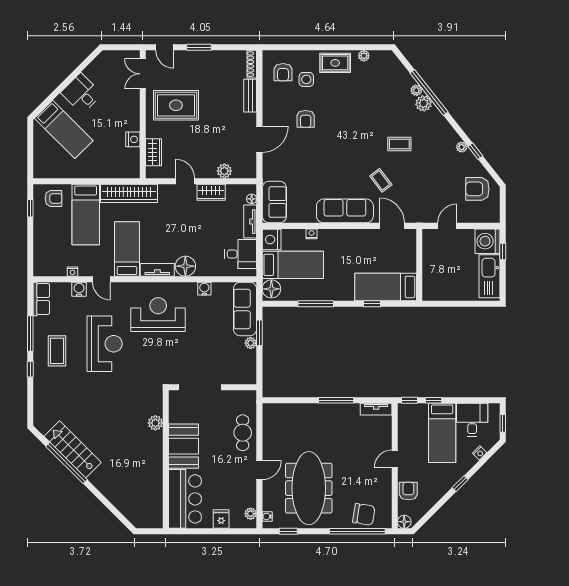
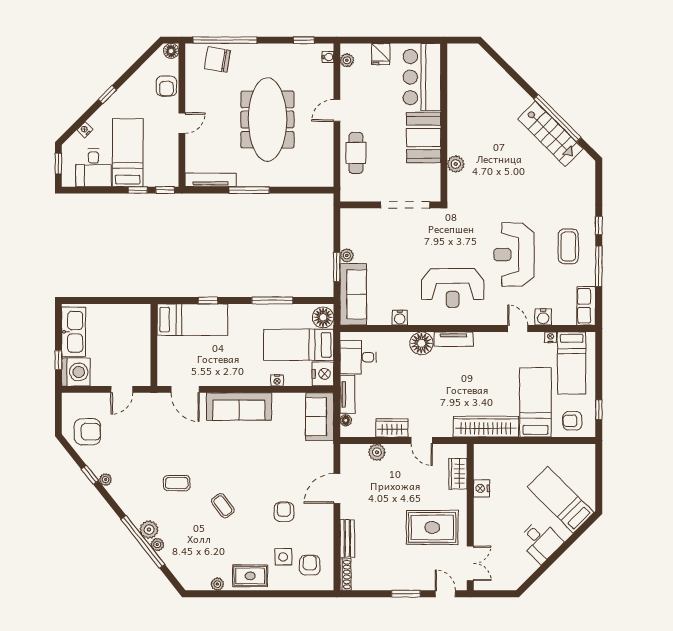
coffee table: (381, 180) -> (223, 506), moved
bed: (127, 249) -> (572, 363), moved
tv unit: (376, 409) -> (211, 180), width x1.41
meeting table: (309, 488) -> (267, 120), moved

